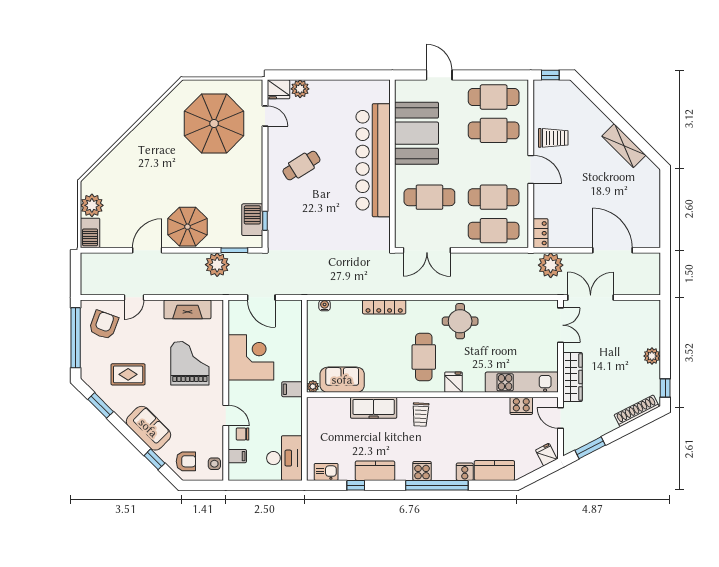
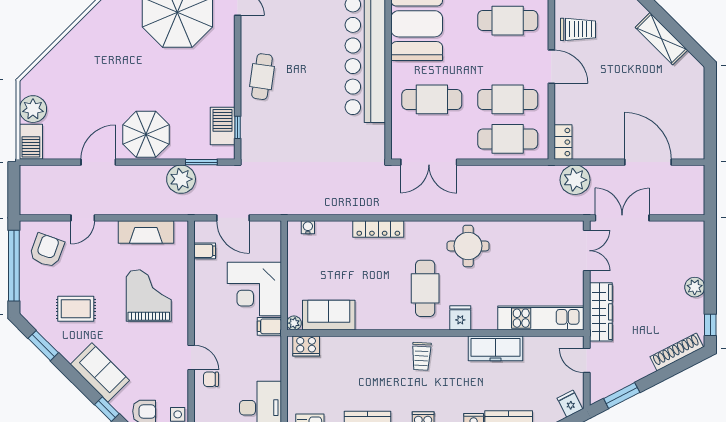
cafe table: (301, 166) -> (262, 77), moved, turned -50
corner desk: (251, 357) -> (254, 289), moved, turned 180
cooker: (521, 406) -> (306, 346), moved
freezer: (374, 408) -> (496, 348), moved
filing cabinet: (237, 456) -> (205, 251), moved

